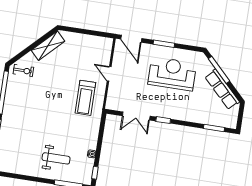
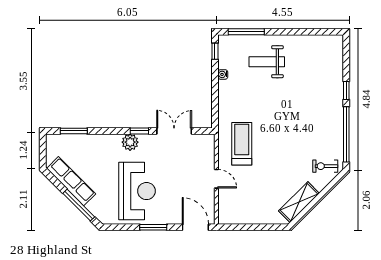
reception desk: (172, 74) -> (137, 191), turned -90
plant: (172, 112) -> (130, 142), added

